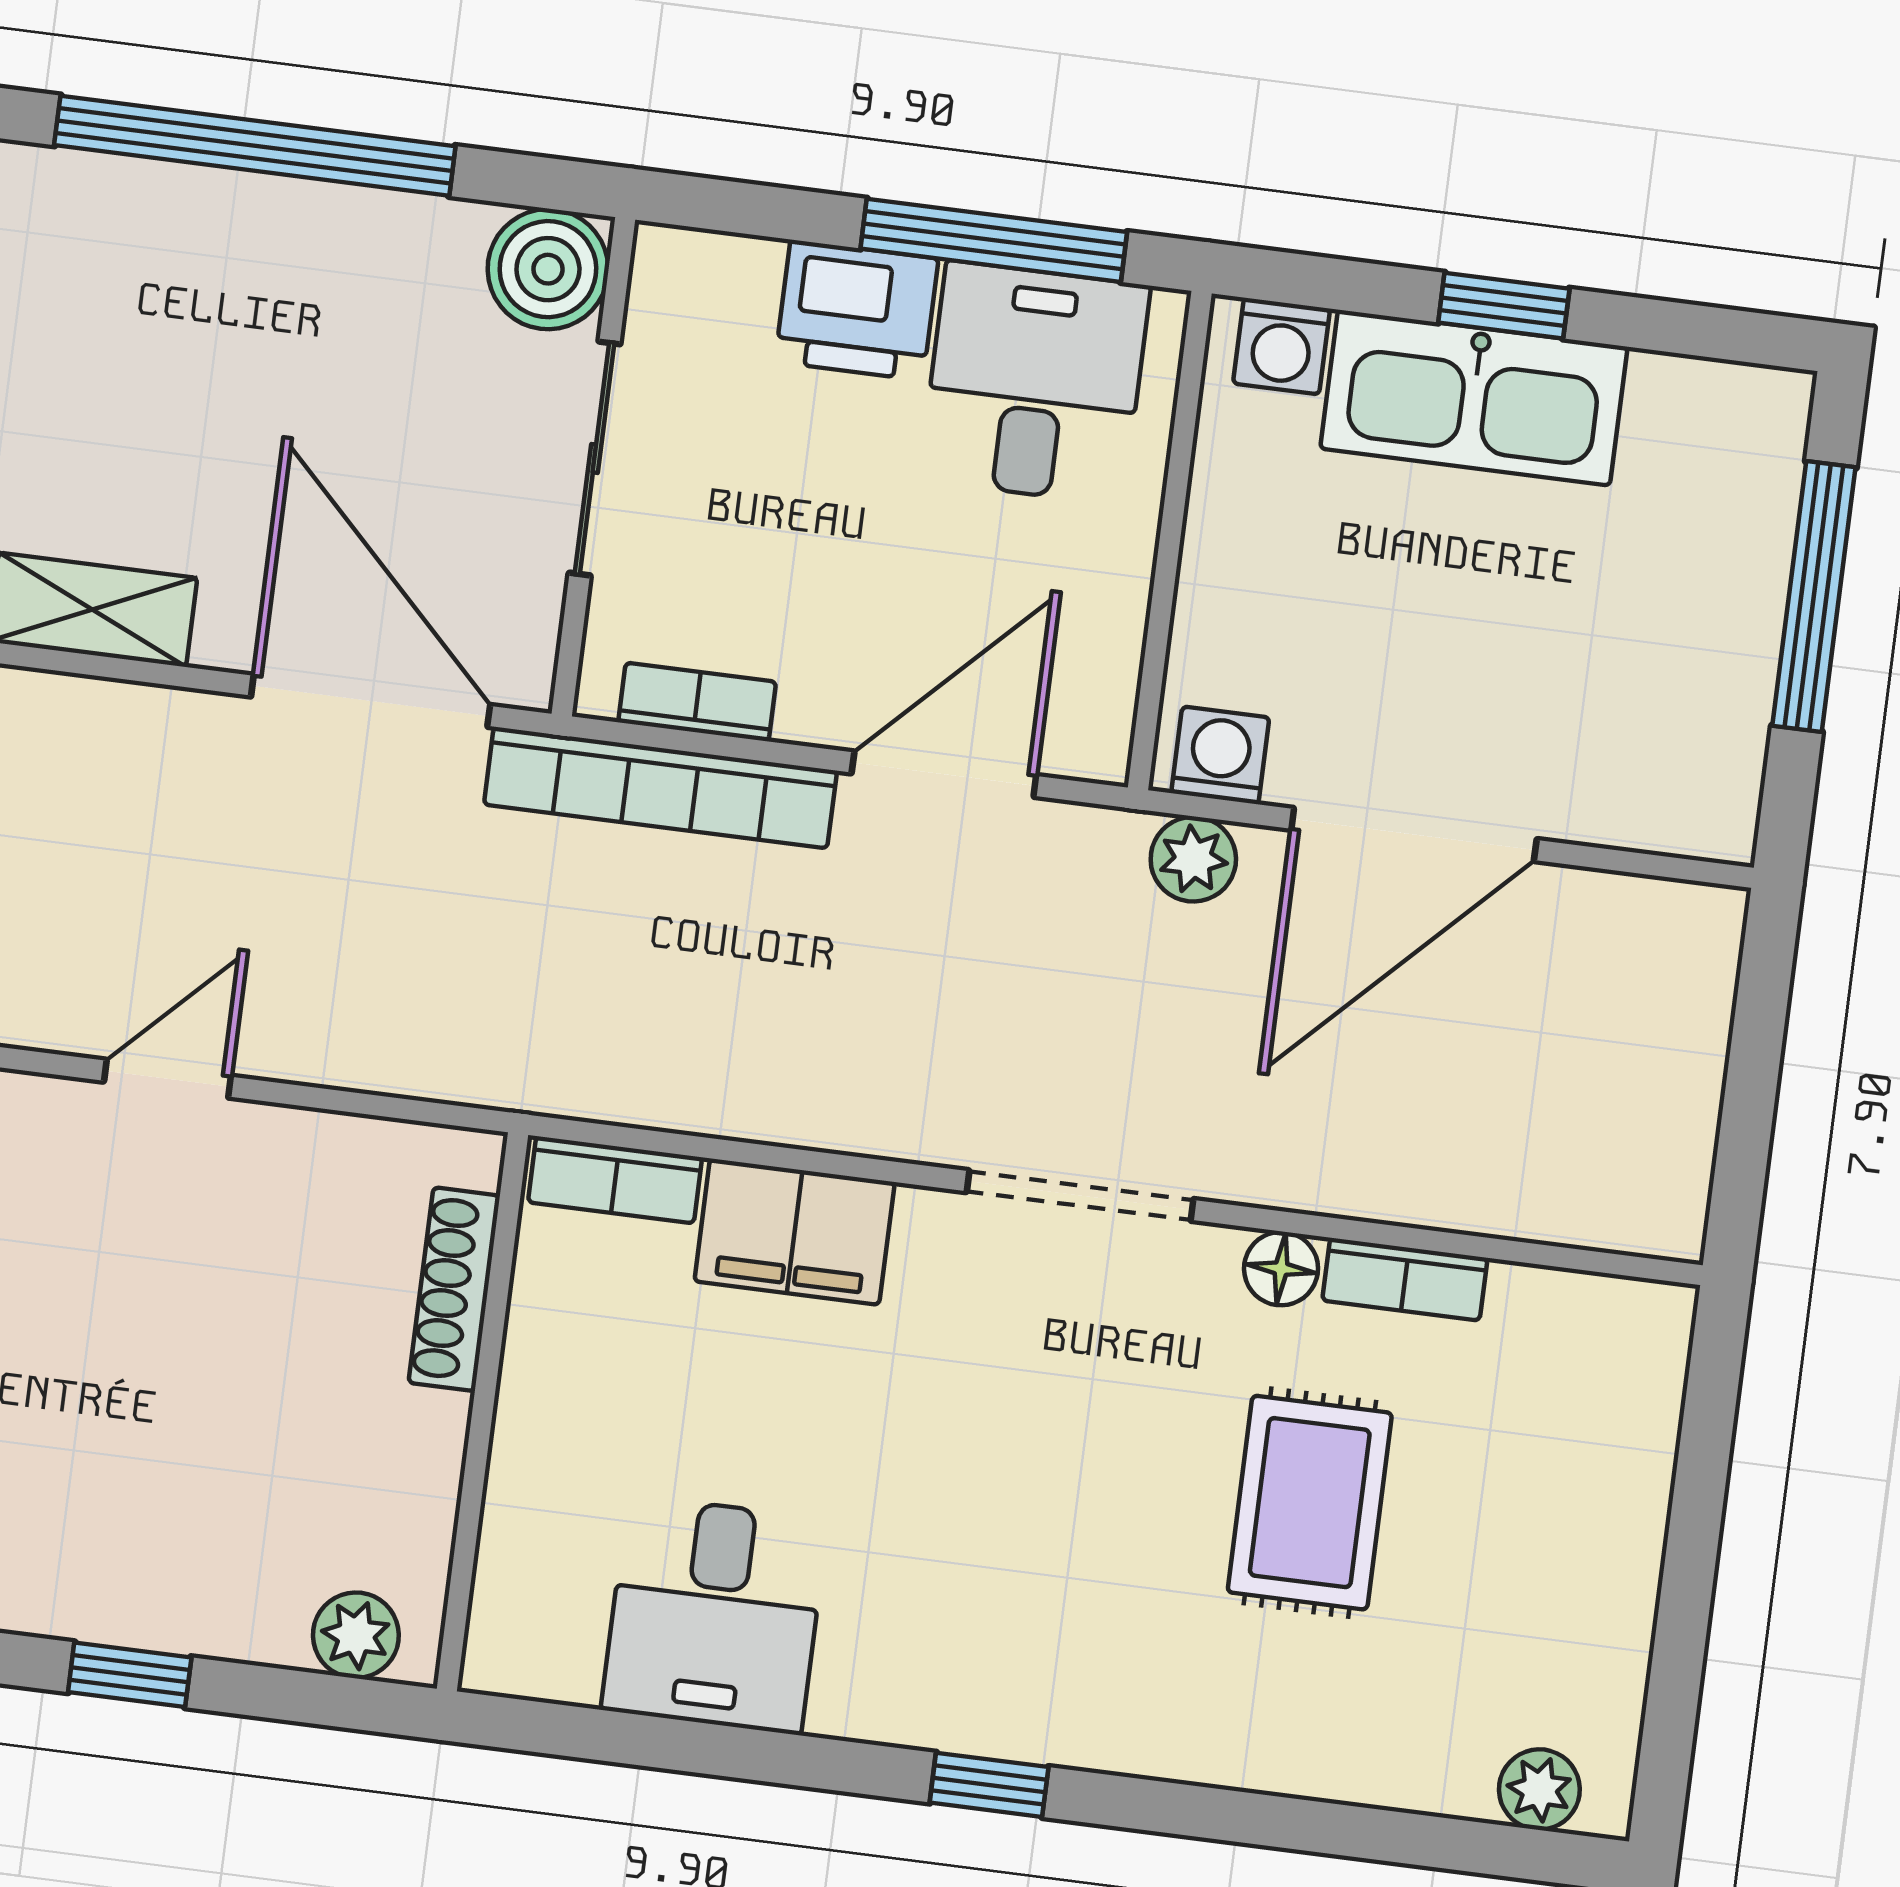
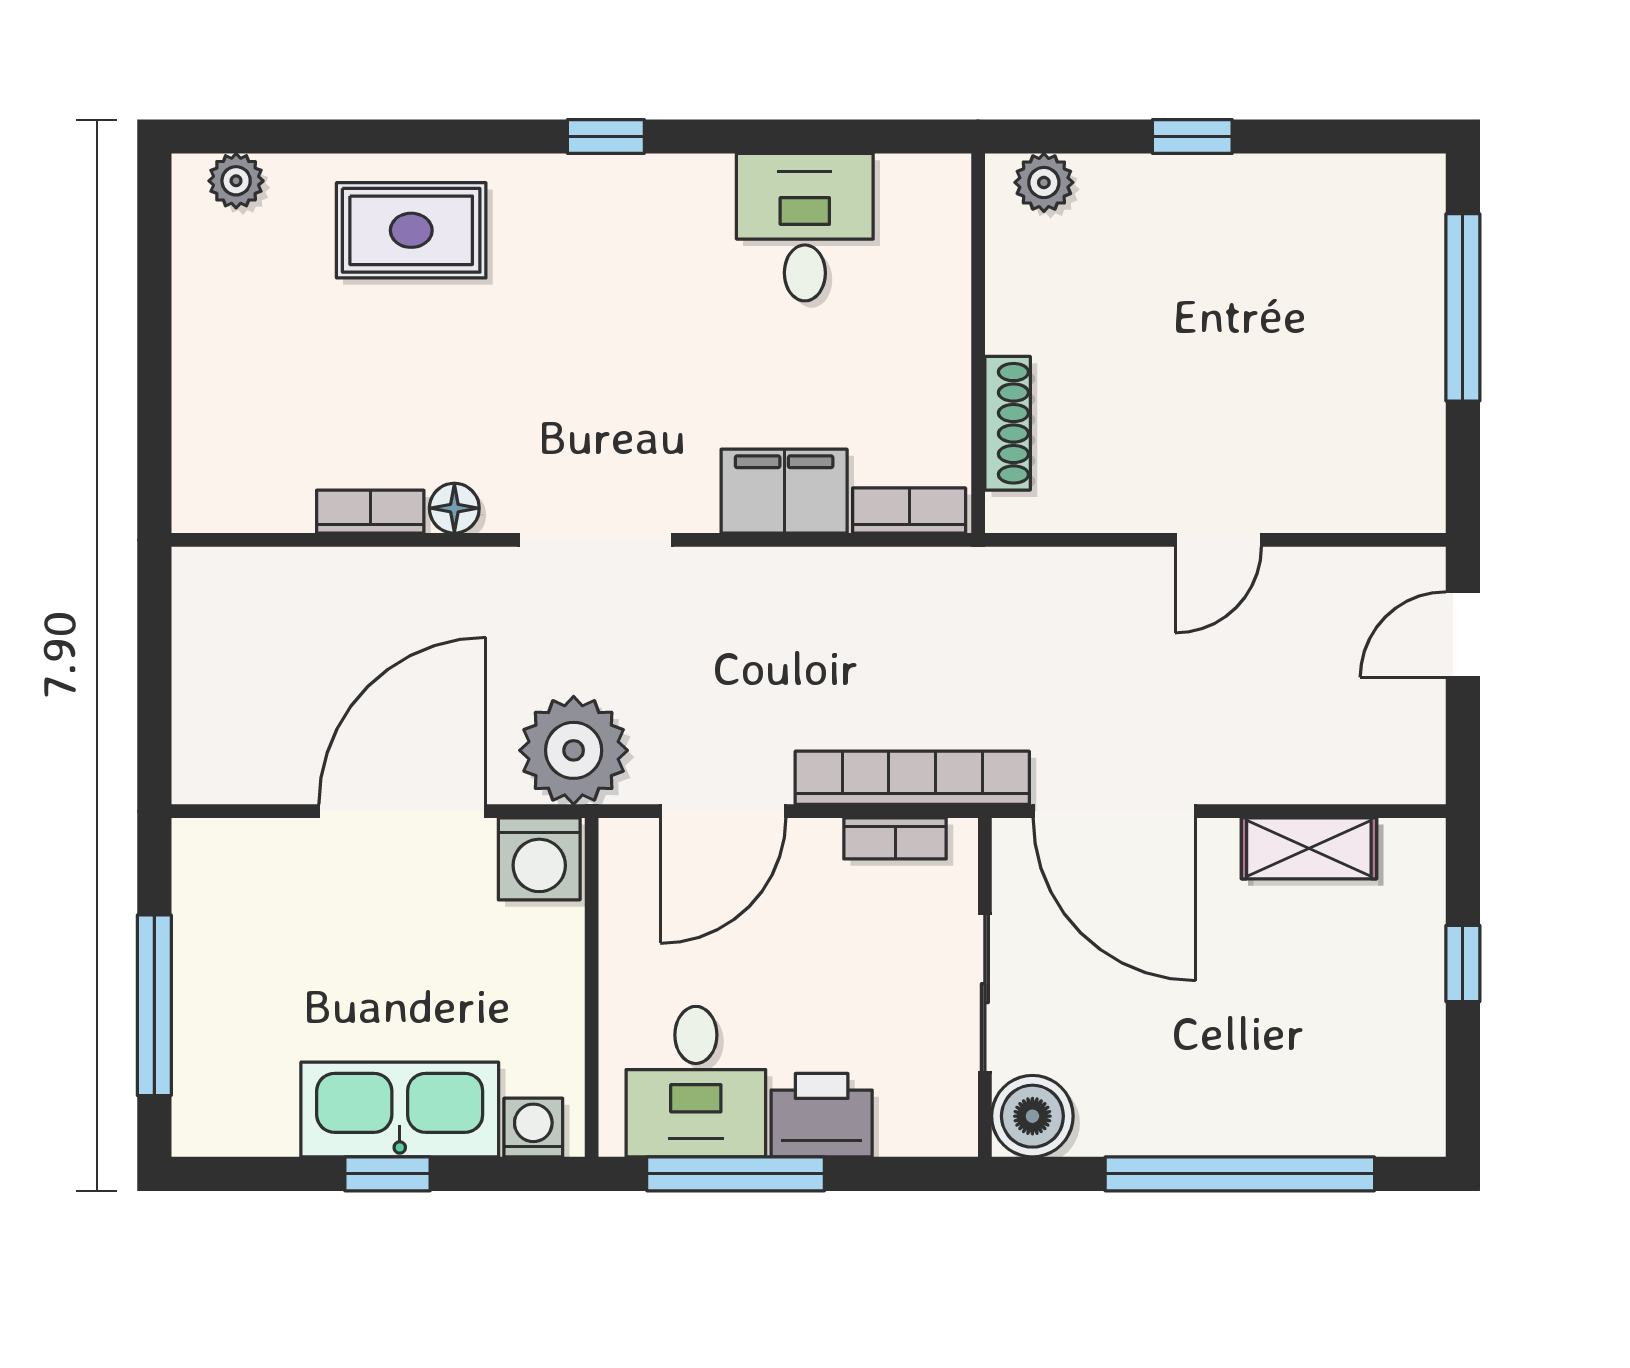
washing machine: (1220, 755) -> (539, 859), width x1.38, depth x1.38
plant: (1193, 859) -> (574, 750), width x1.87, depth x1.87
rug: (1310, 1503) -> (411, 230), moved, turned 90

